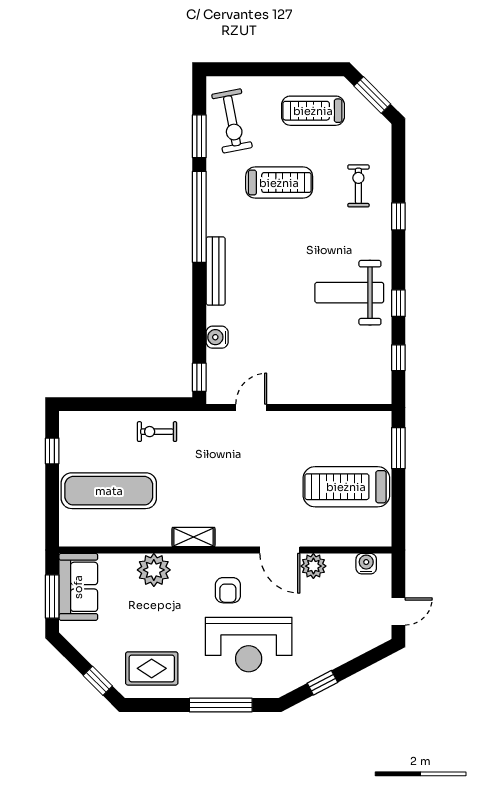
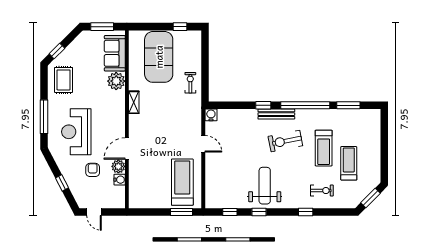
treadmill: (313, 111) -> (349, 163), moved
exercise bike: (232, 121) -> (285, 141), moved
water cooler: (217, 337) -> (211, 115), moved
window: (199, 377) -> (263, 105), moved
door: (251, 407) -> (203, 144), moved
treadmill: (346, 487) -> (182, 182), moved
exercise mat: (109, 491) -> (159, 57), width x1.47
water cooler: (366, 564) -> (120, 180), moved
sofa: (78, 587) -> (115, 53), moved, turned 90
armchair: (228, 590) -> (93, 170), moved, turned 90
window: (322, 683) -> (62, 183), moved

